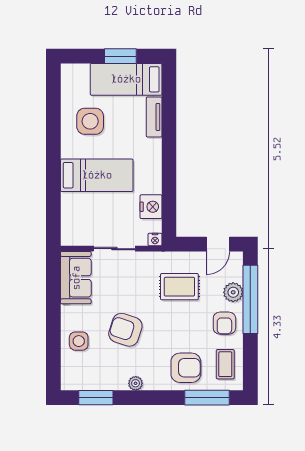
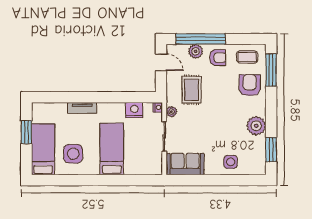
bed: (126, 79) -> (43, 149), moved, turned 180
tv unit: (154, 117) -> (82, 108), moved
plant: (149, 259) -> (171, 112), added
armchair: (125, 330) -> (222, 129), removed
plant: (136, 383) -> (256, 126), width x1.88, depth x1.88

